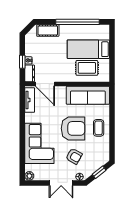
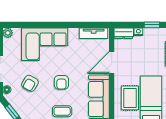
window: (22, 62) -> (152, 25), moved
door: (45, 84) -> (112, 63), moved
armchair: (73, 128) -> (61, 82), width x0.53, depth x0.53

